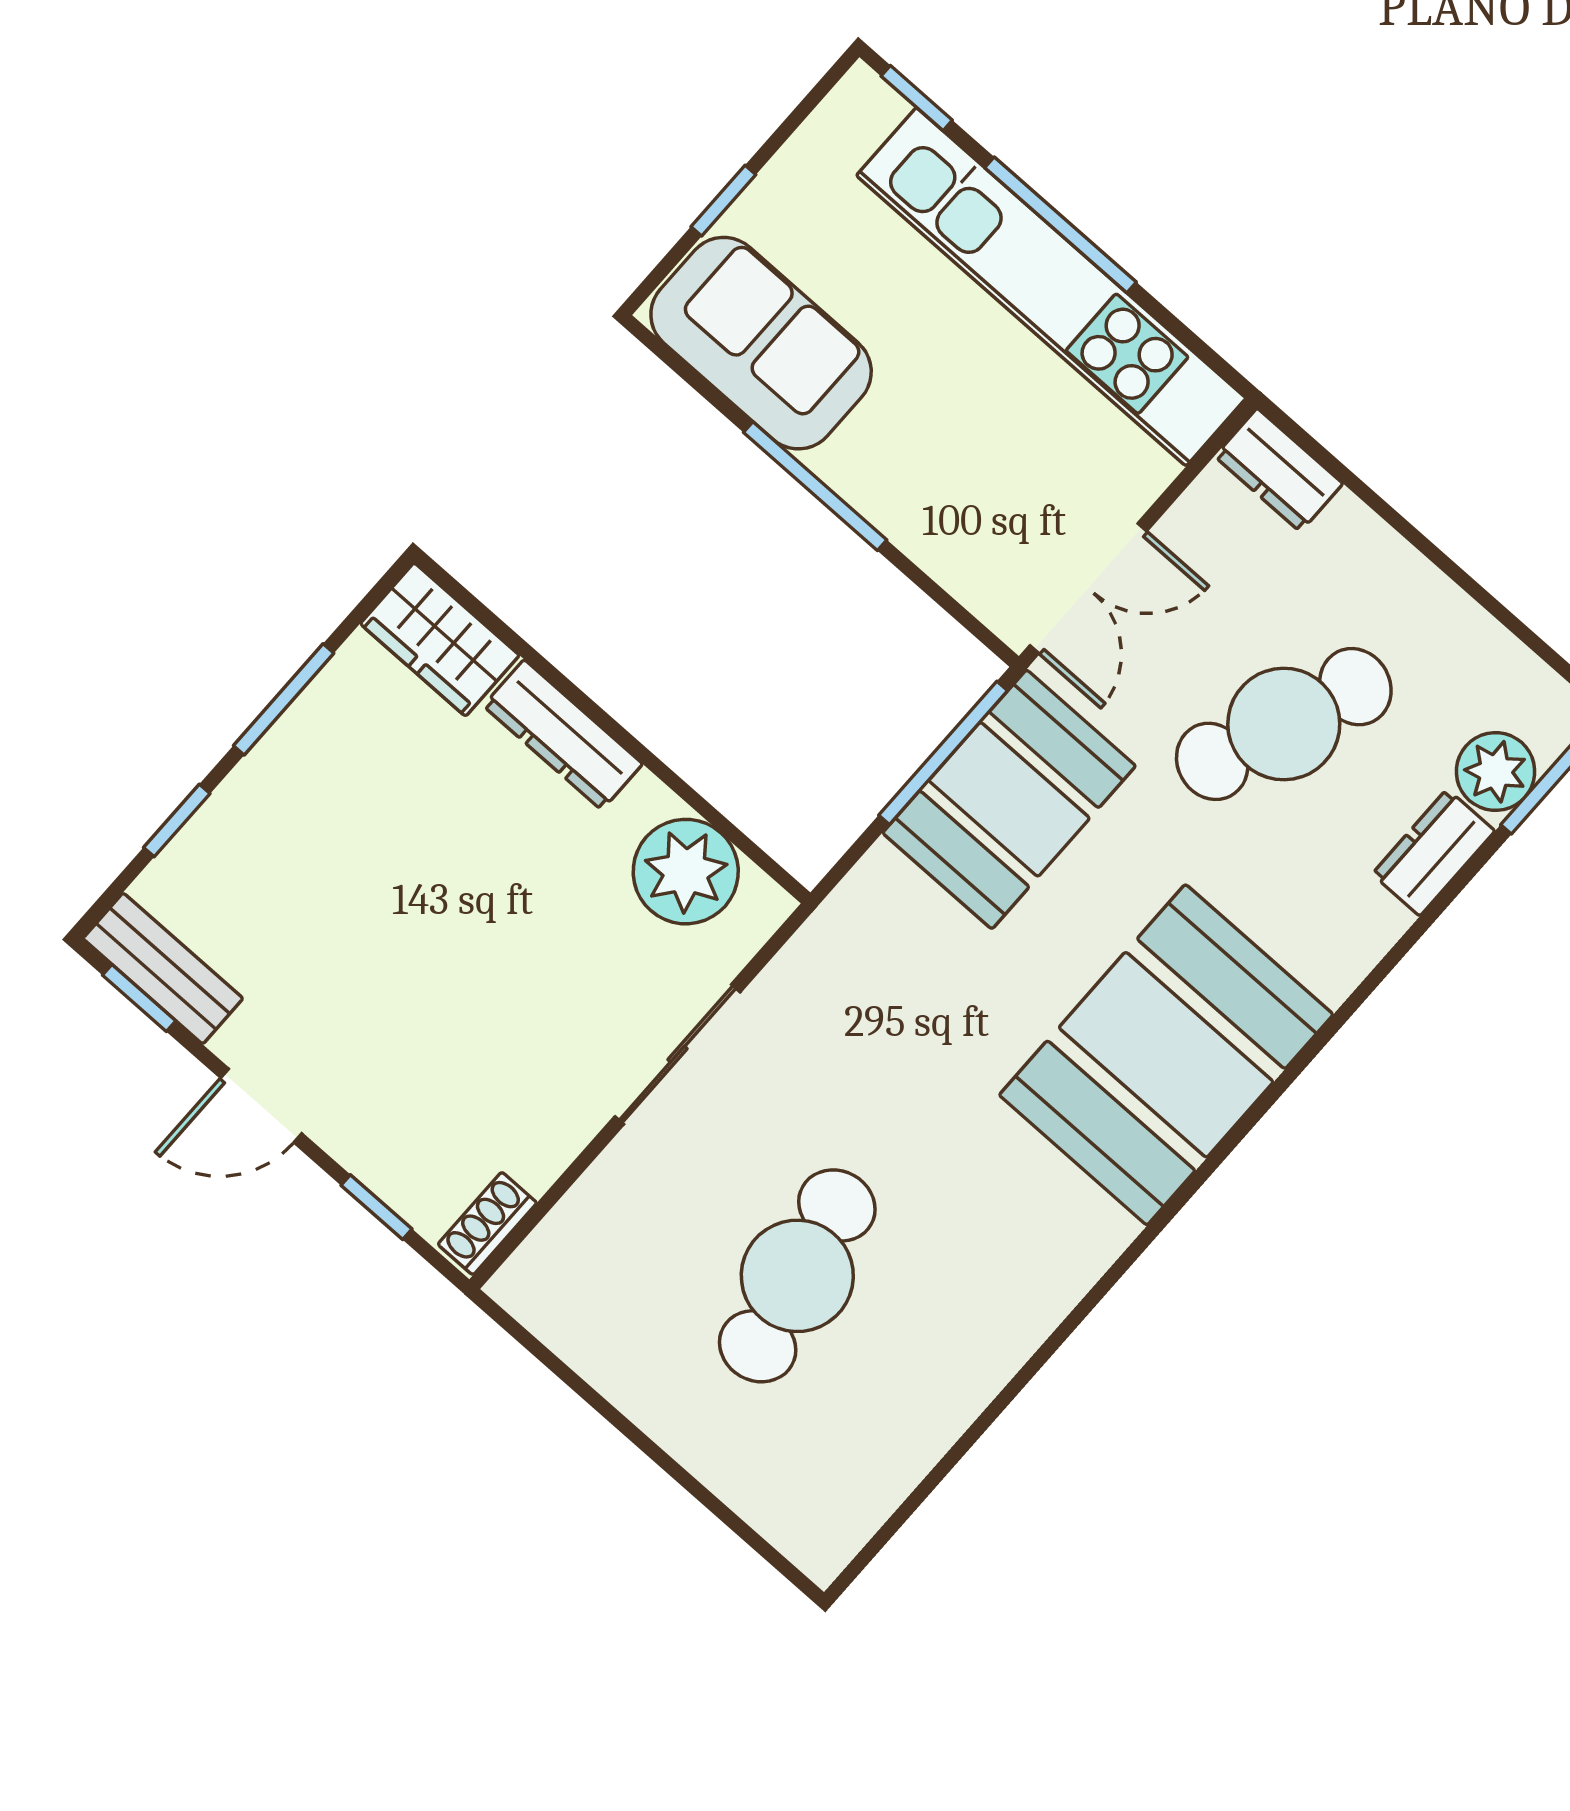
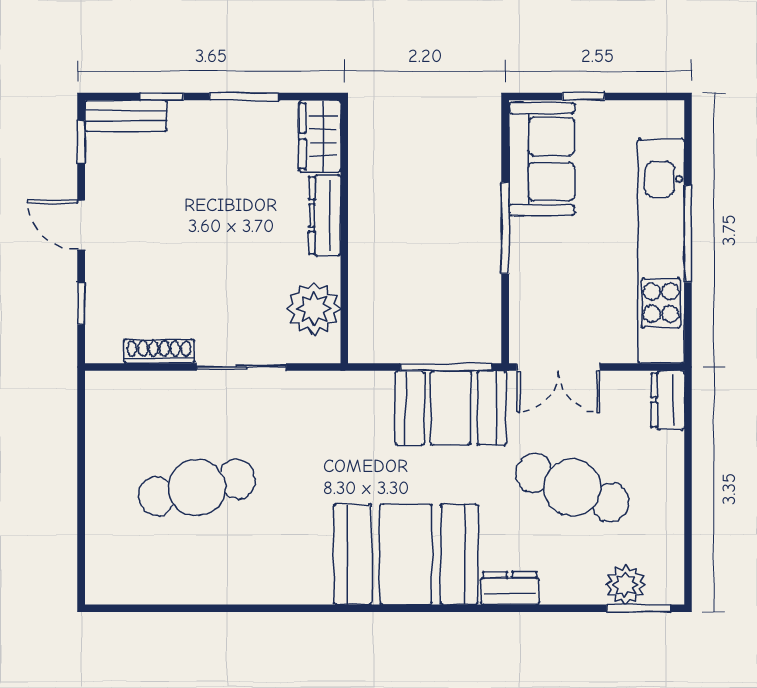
window: (917, 98) -> (688, 136), removed
dresser: (1433, 852) -> (510, 588), moved
bench: (163, 968) -> (126, 116), moved, turned 90
shoe rack: (487, 1223) -> (159, 351), moved, width x1.43

